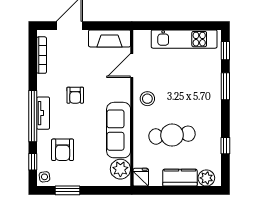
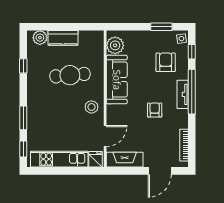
fridge: (141, 177) -> (96, 159), moved, turned 180

